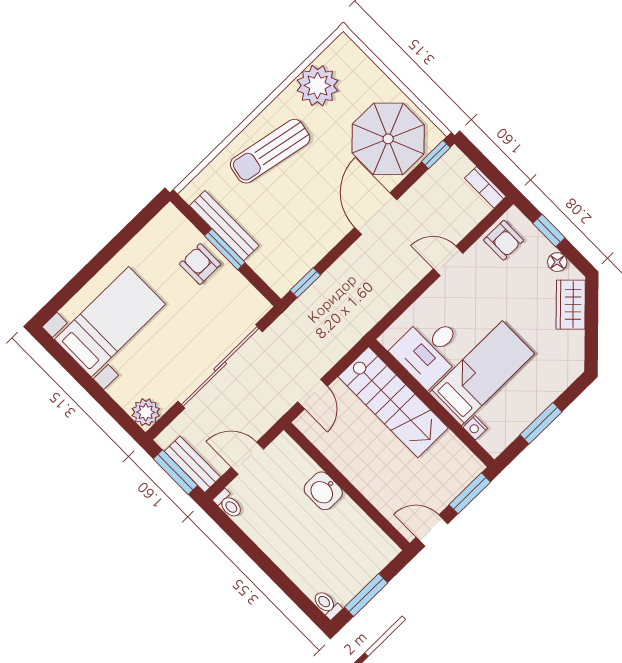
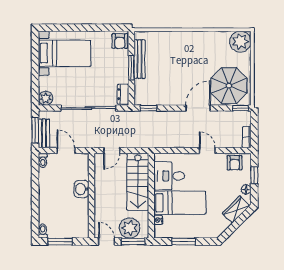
plant: (317, 86) -> (240, 42), moved
sun lounger: (270, 151) -> (182, 48), removed
armchair: (200, 264) -> (120, 41), moved, turned 180
dresser: (250, 298) -> (123, 94), added
plant: (446, 479) -> (130, 228), added

